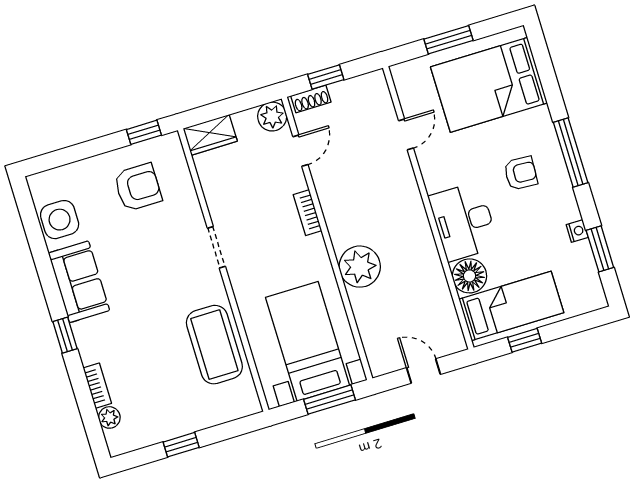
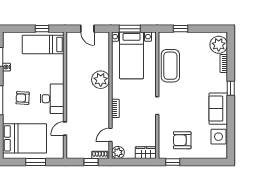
desk: (464, 222) -> (52, 99), moved
floor lamp: (470, 276) -> (57, 62), removed
plant: (109, 417) -> (219, 45), width x1.87, depth x1.87
window: (181, 445) -> (181, 29), moved

